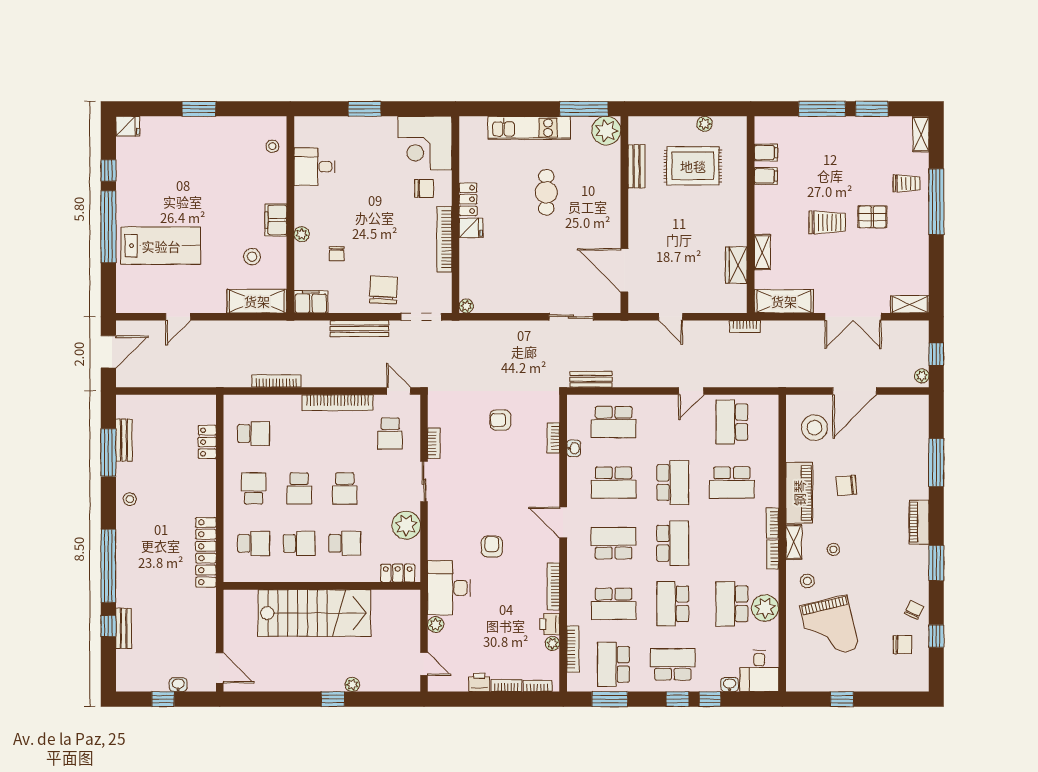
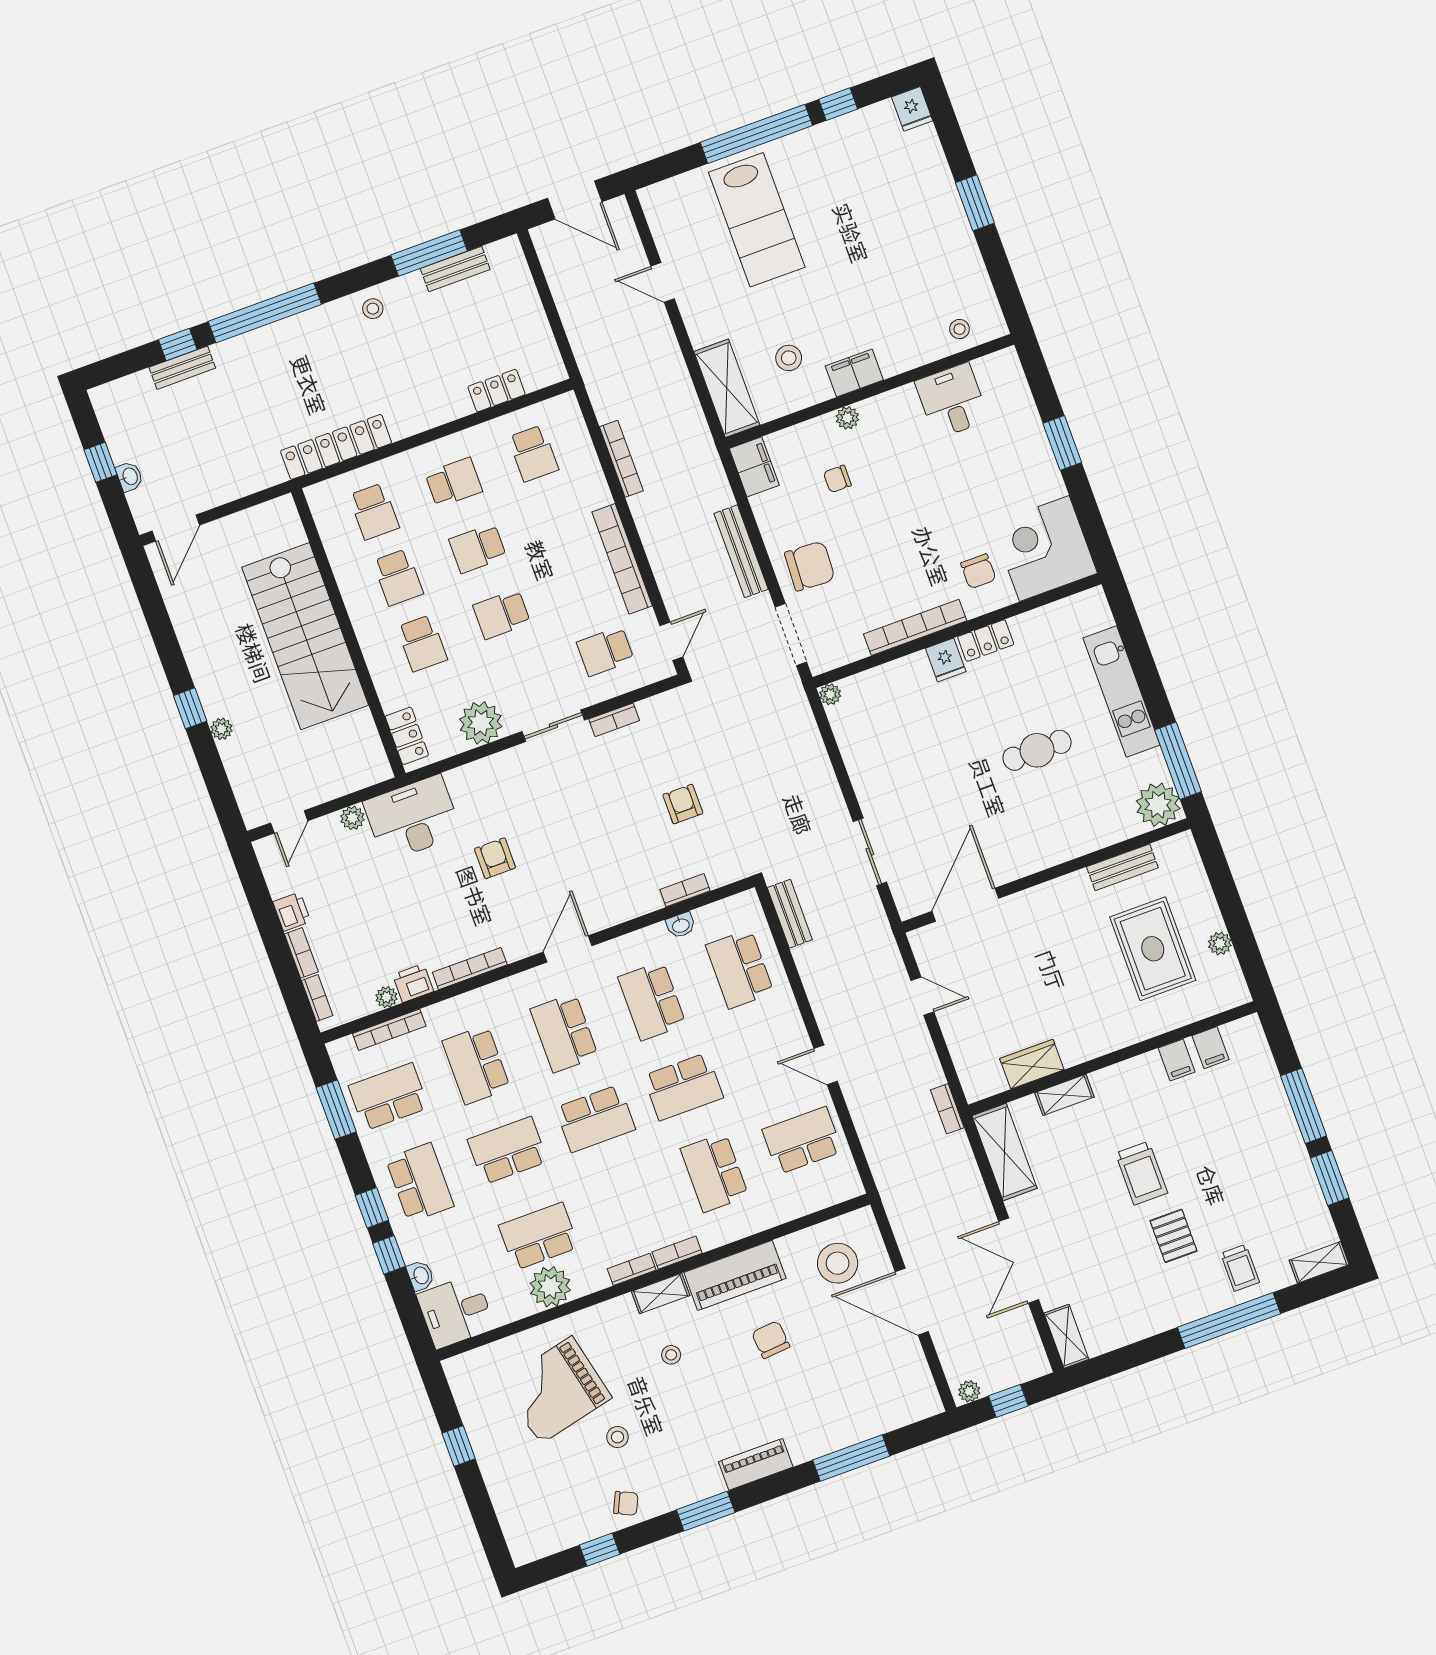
door: (671, 317) -> (922, 996), swing flipped
school desk: (614, 543) -> (564, 1033), turned 180
armchair: (492, 547) -> (495, 858), turned -90
stool: (807, 581) -> (617, 1437), moved
chair: (902, 645) -> (570, 1505), removed

